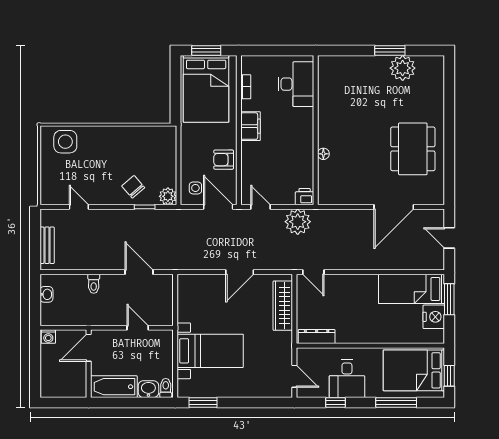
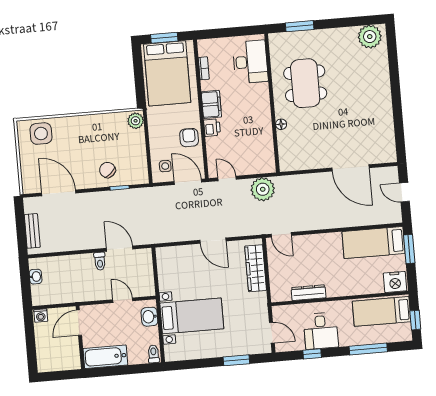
window: (390, 50) -> (300, 26), moved
plant: (403, 68) -> (370, 37), moved
dining table: (413, 149) -> (305, 83), moved
armchair: (224, 160) -> (189, 138), turned 90
plant: (168, 196) -> (136, 121), moved
printer: (305, 197) -> (212, 128), moved, turned 90
door: (79, 207) -> (59, 193), width x1.87
door: (394, 207) -> (350, 168), hinge flipped
door: (240, 272) -> (213, 241), hinge flipped
toilet: (94, 284) -> (100, 261), moved
nightstand: (434, 317) -> (395, 282), moved, turned 90
dresser: (317, 337) -> (309, 293), moved
bed: (414, 370) -> (382, 311), width x0.67
washbasin: (148, 389) -> (149, 317), moved, turned -90
window: (203, 403) -> (236, 360), moved

